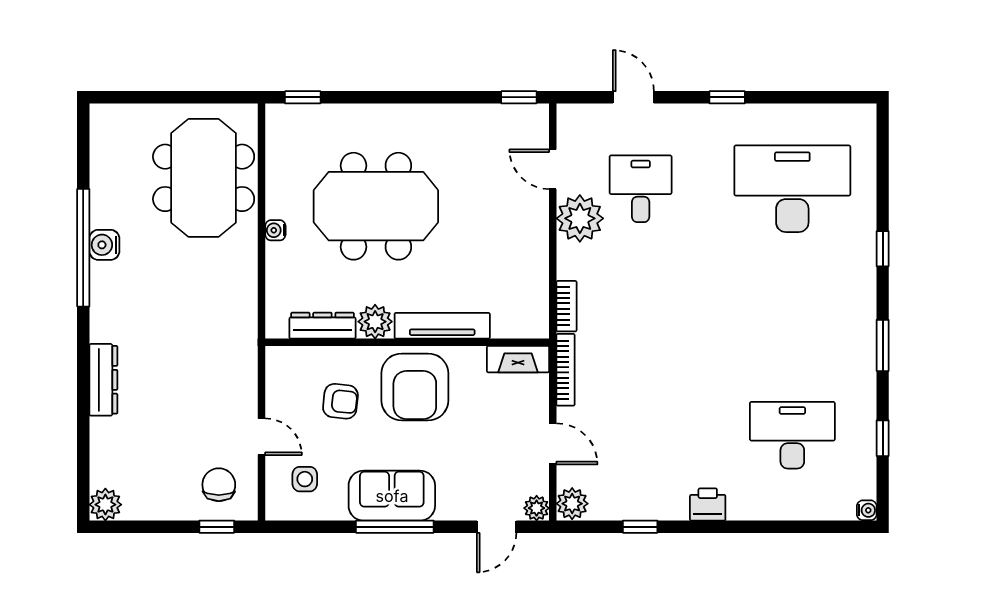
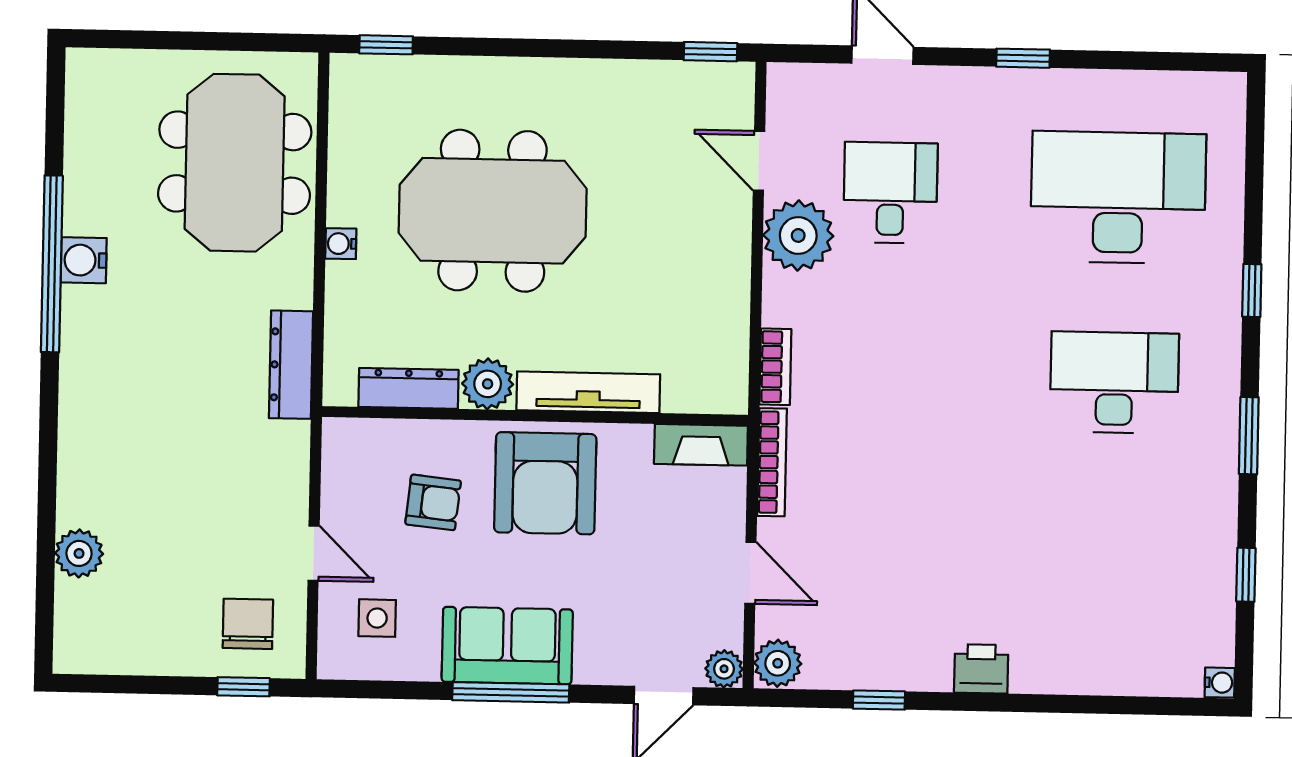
dresser: (103, 380) -> (291, 365), moved, turned 180
desk: (792, 435) -> (1114, 383), moved
plant: (105, 505) -> (79, 553), moved

